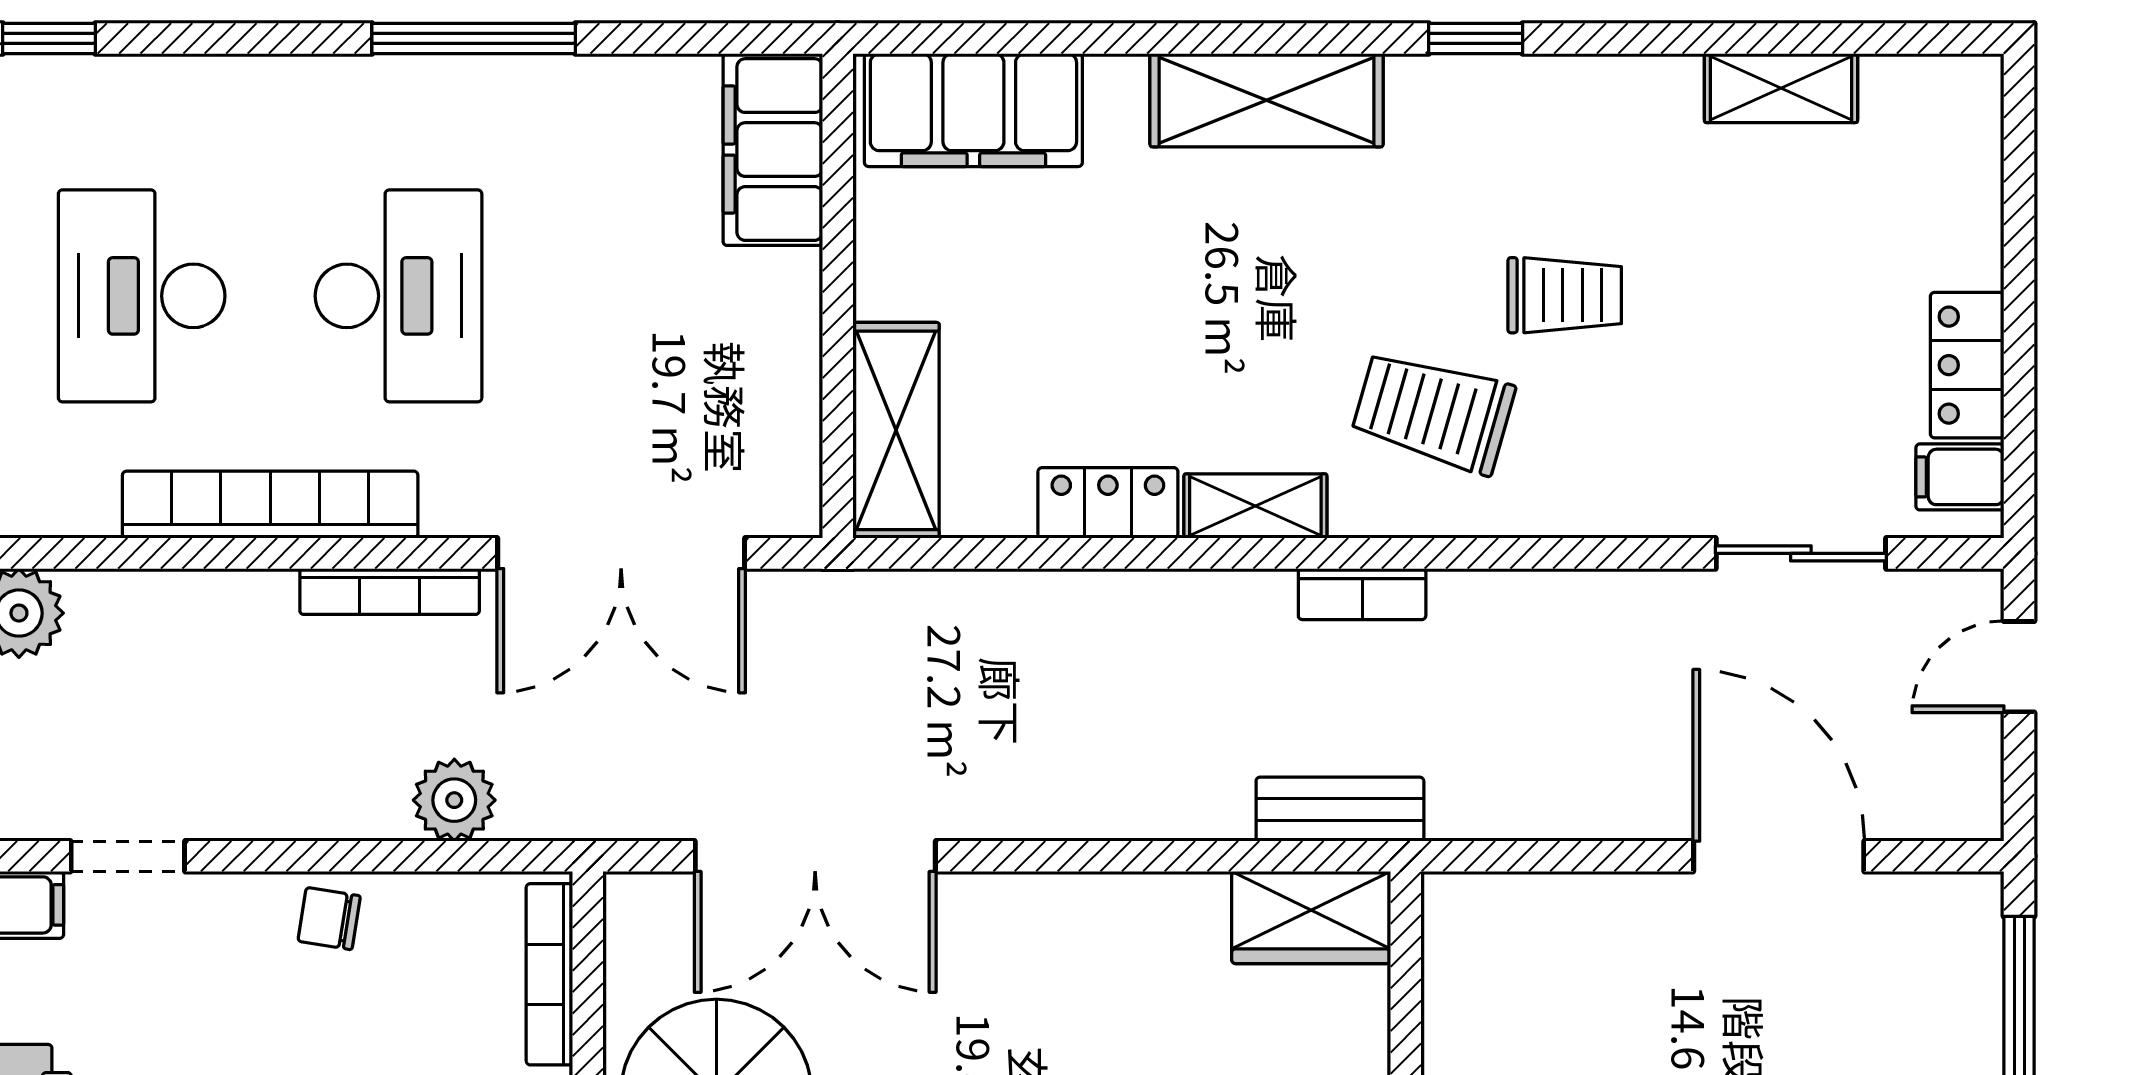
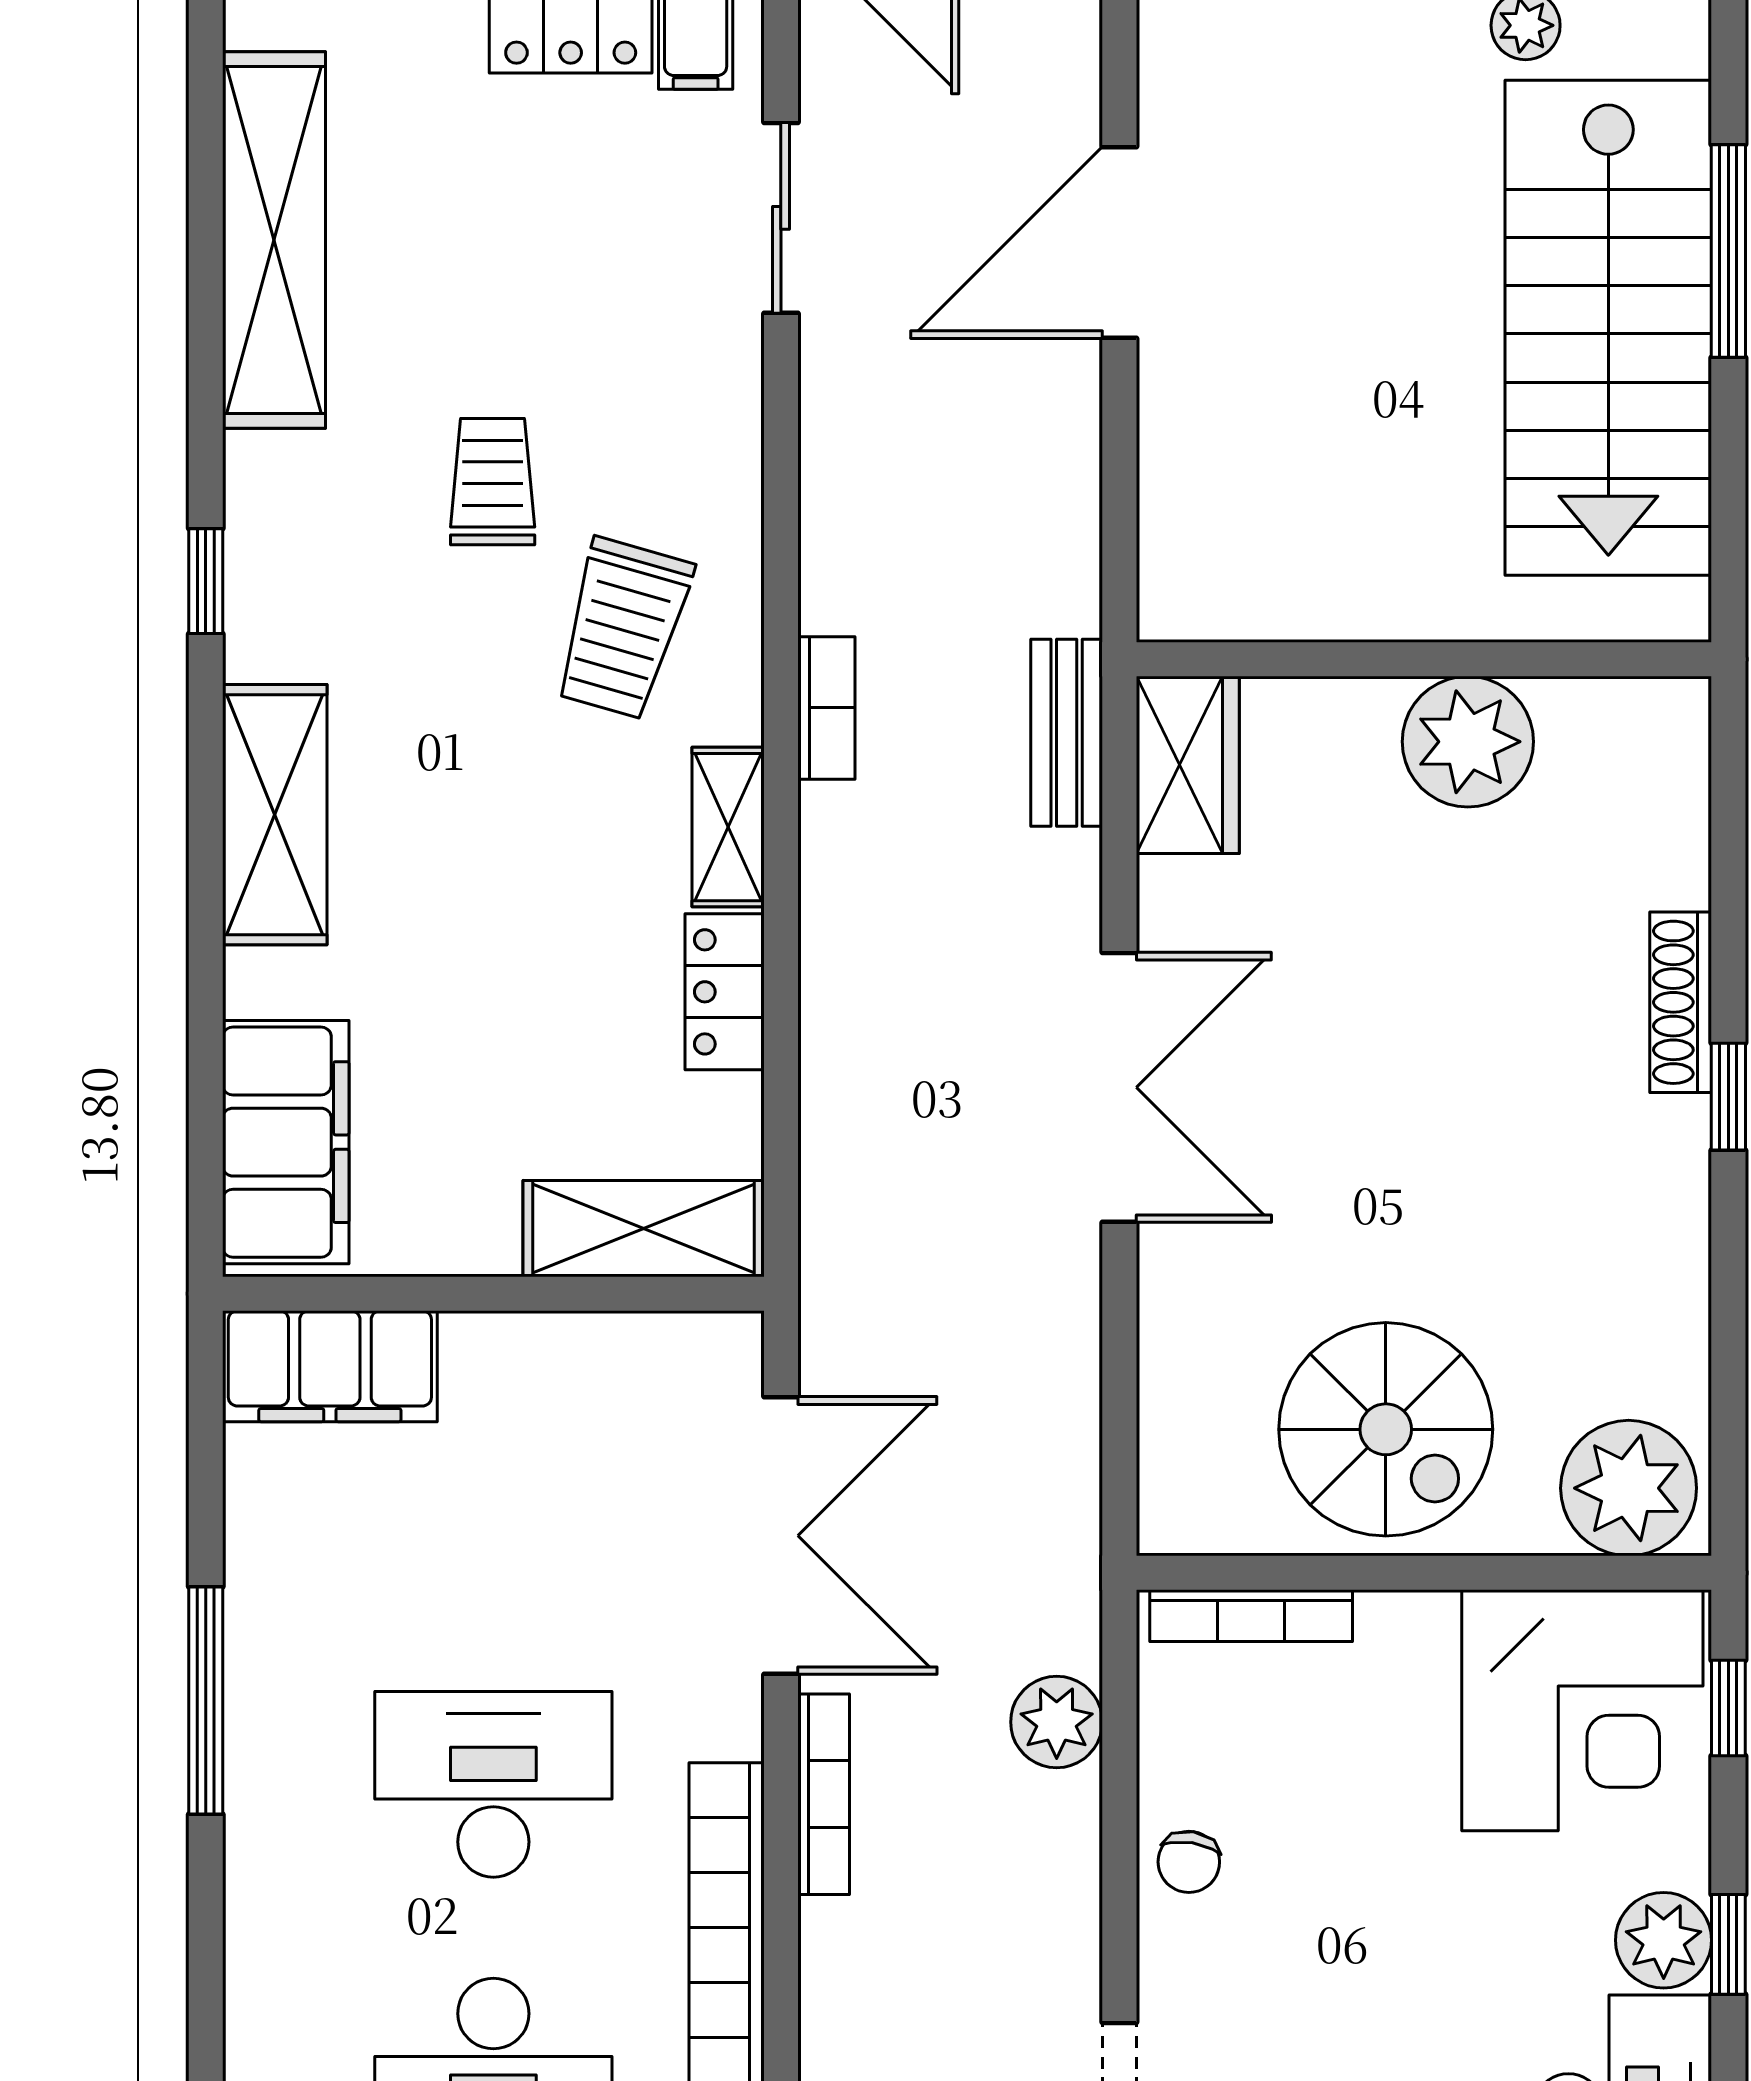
shelving: (1781, 88) -> (274, 240), width x2.20, depth x1.33
double door: (815, 856) -> (1119, 1087), moved

